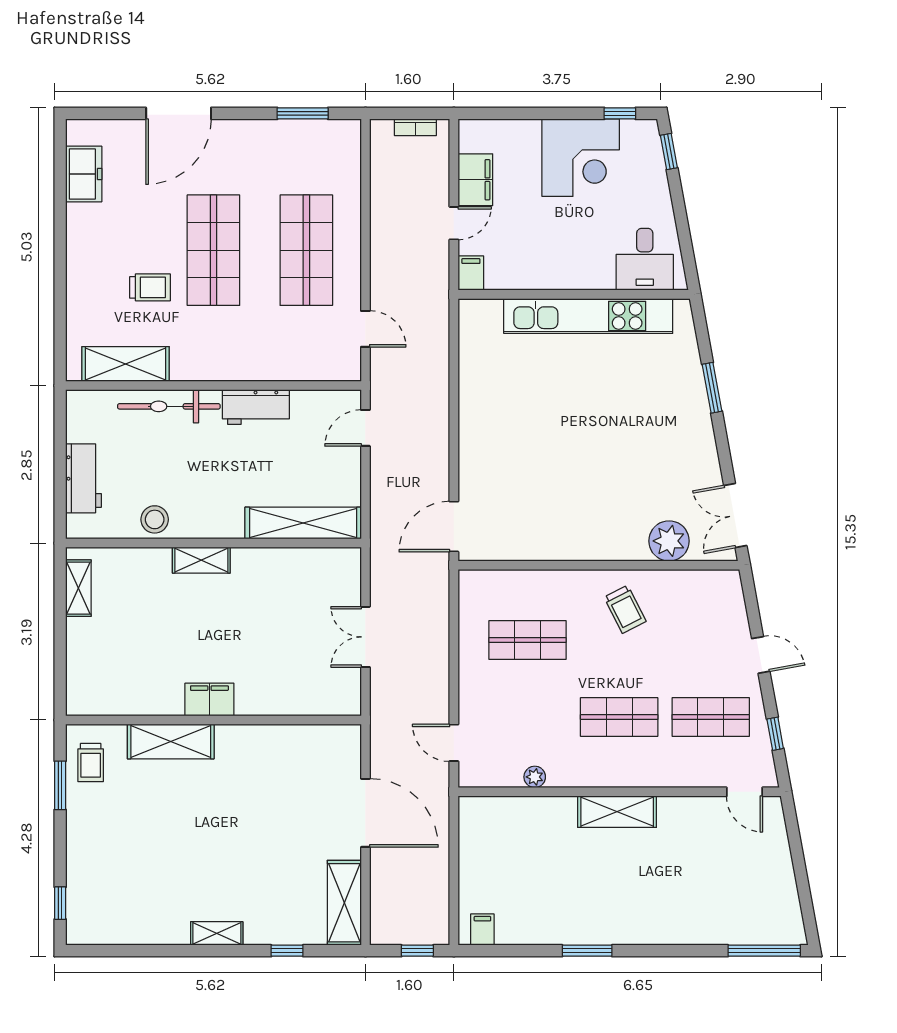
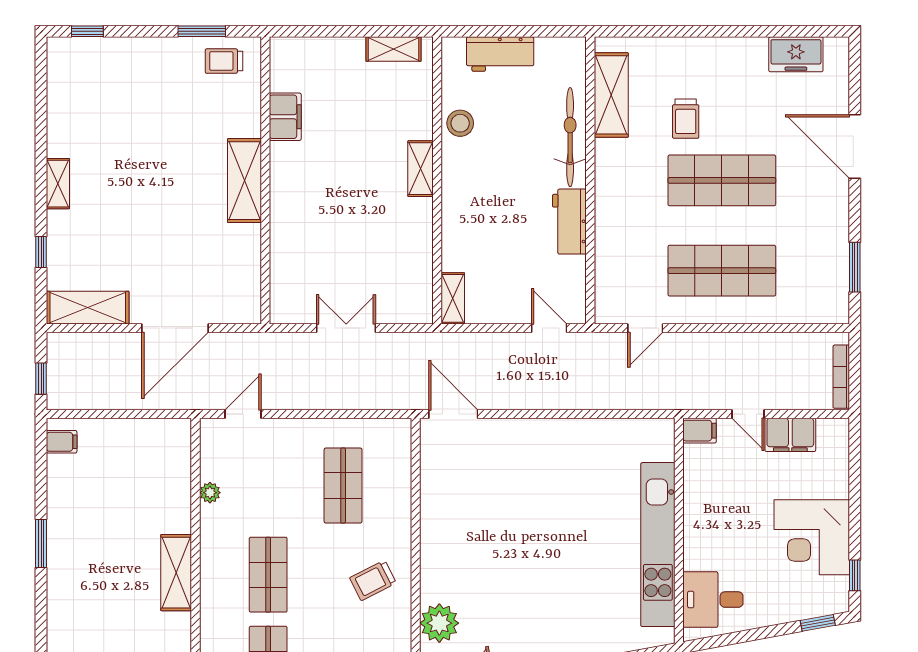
bookcase: (415, 127) -> (841, 377), width x1.56
shelving: (303, 523) -> (453, 298), width x0.45, depth x0.75
filing cabinet: (209, 699) -> (285, 117), moved
shelving: (171, 741) -> (244, 181), moved

